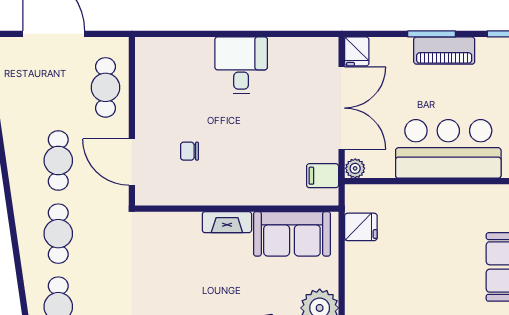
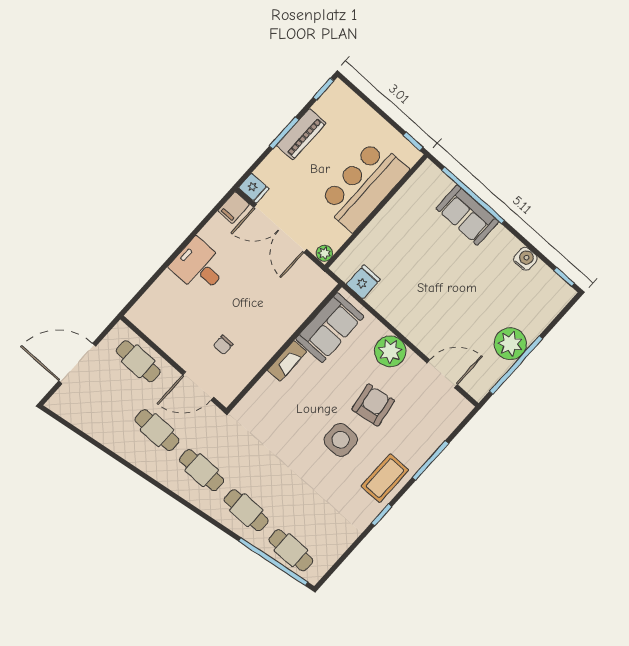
double door: (342, 108) -> (280, 228), swing flipped
filing cabinet: (323, 176) -> (234, 208), moved

